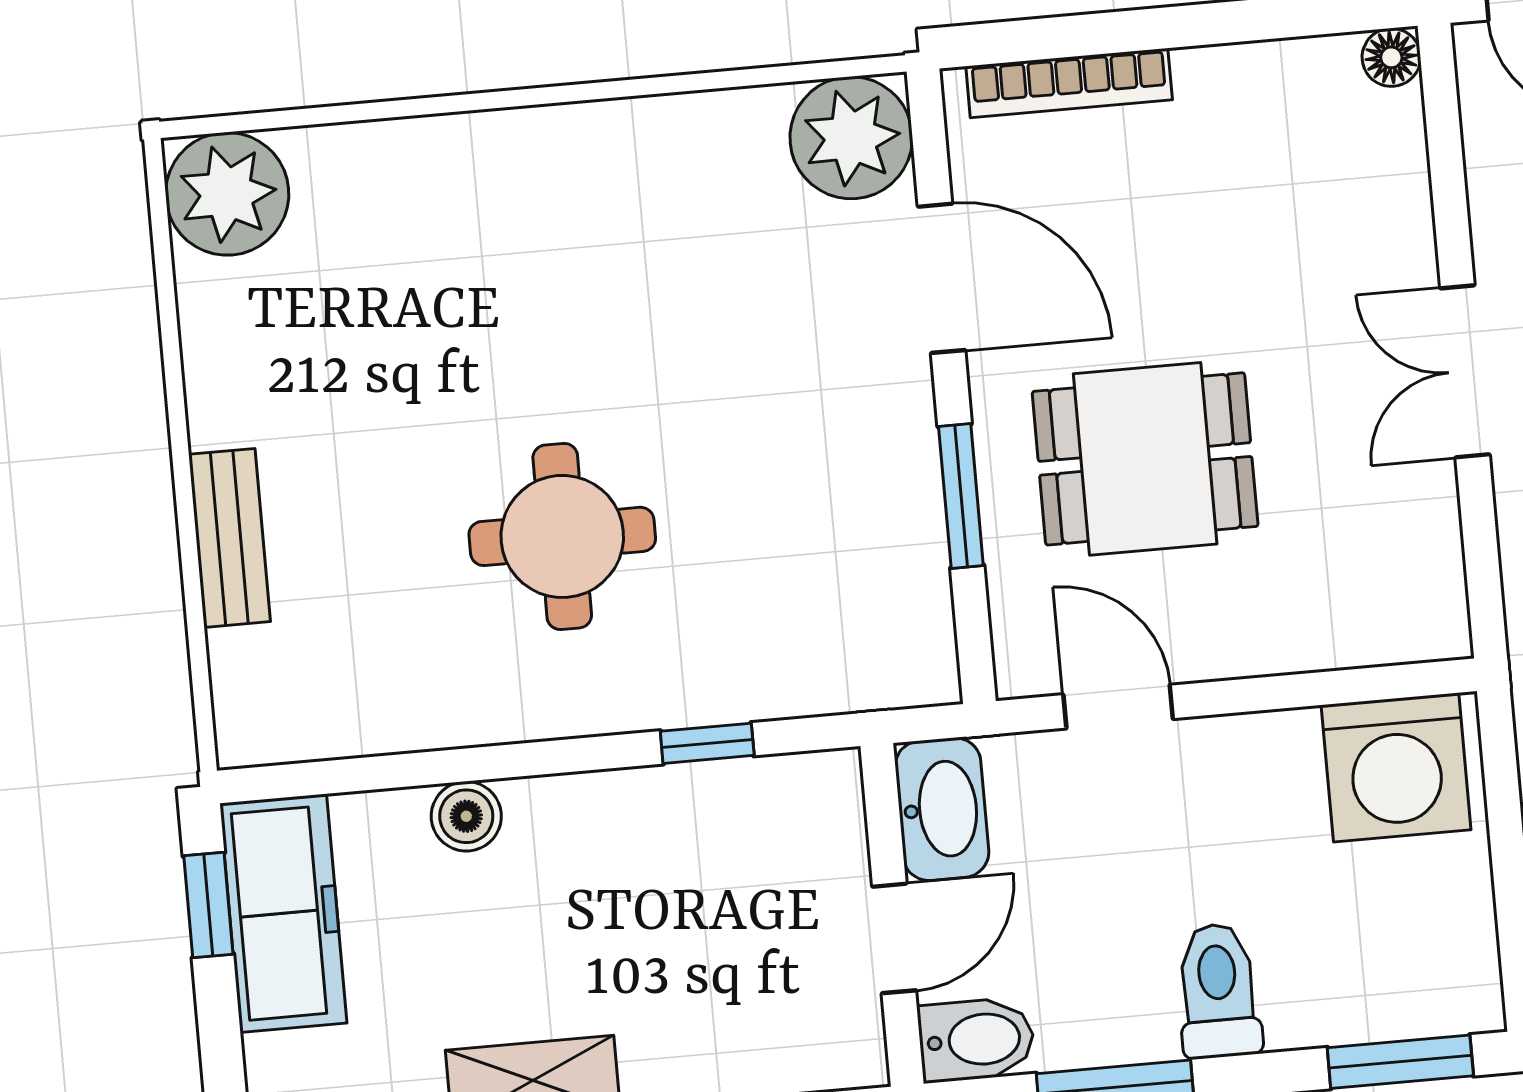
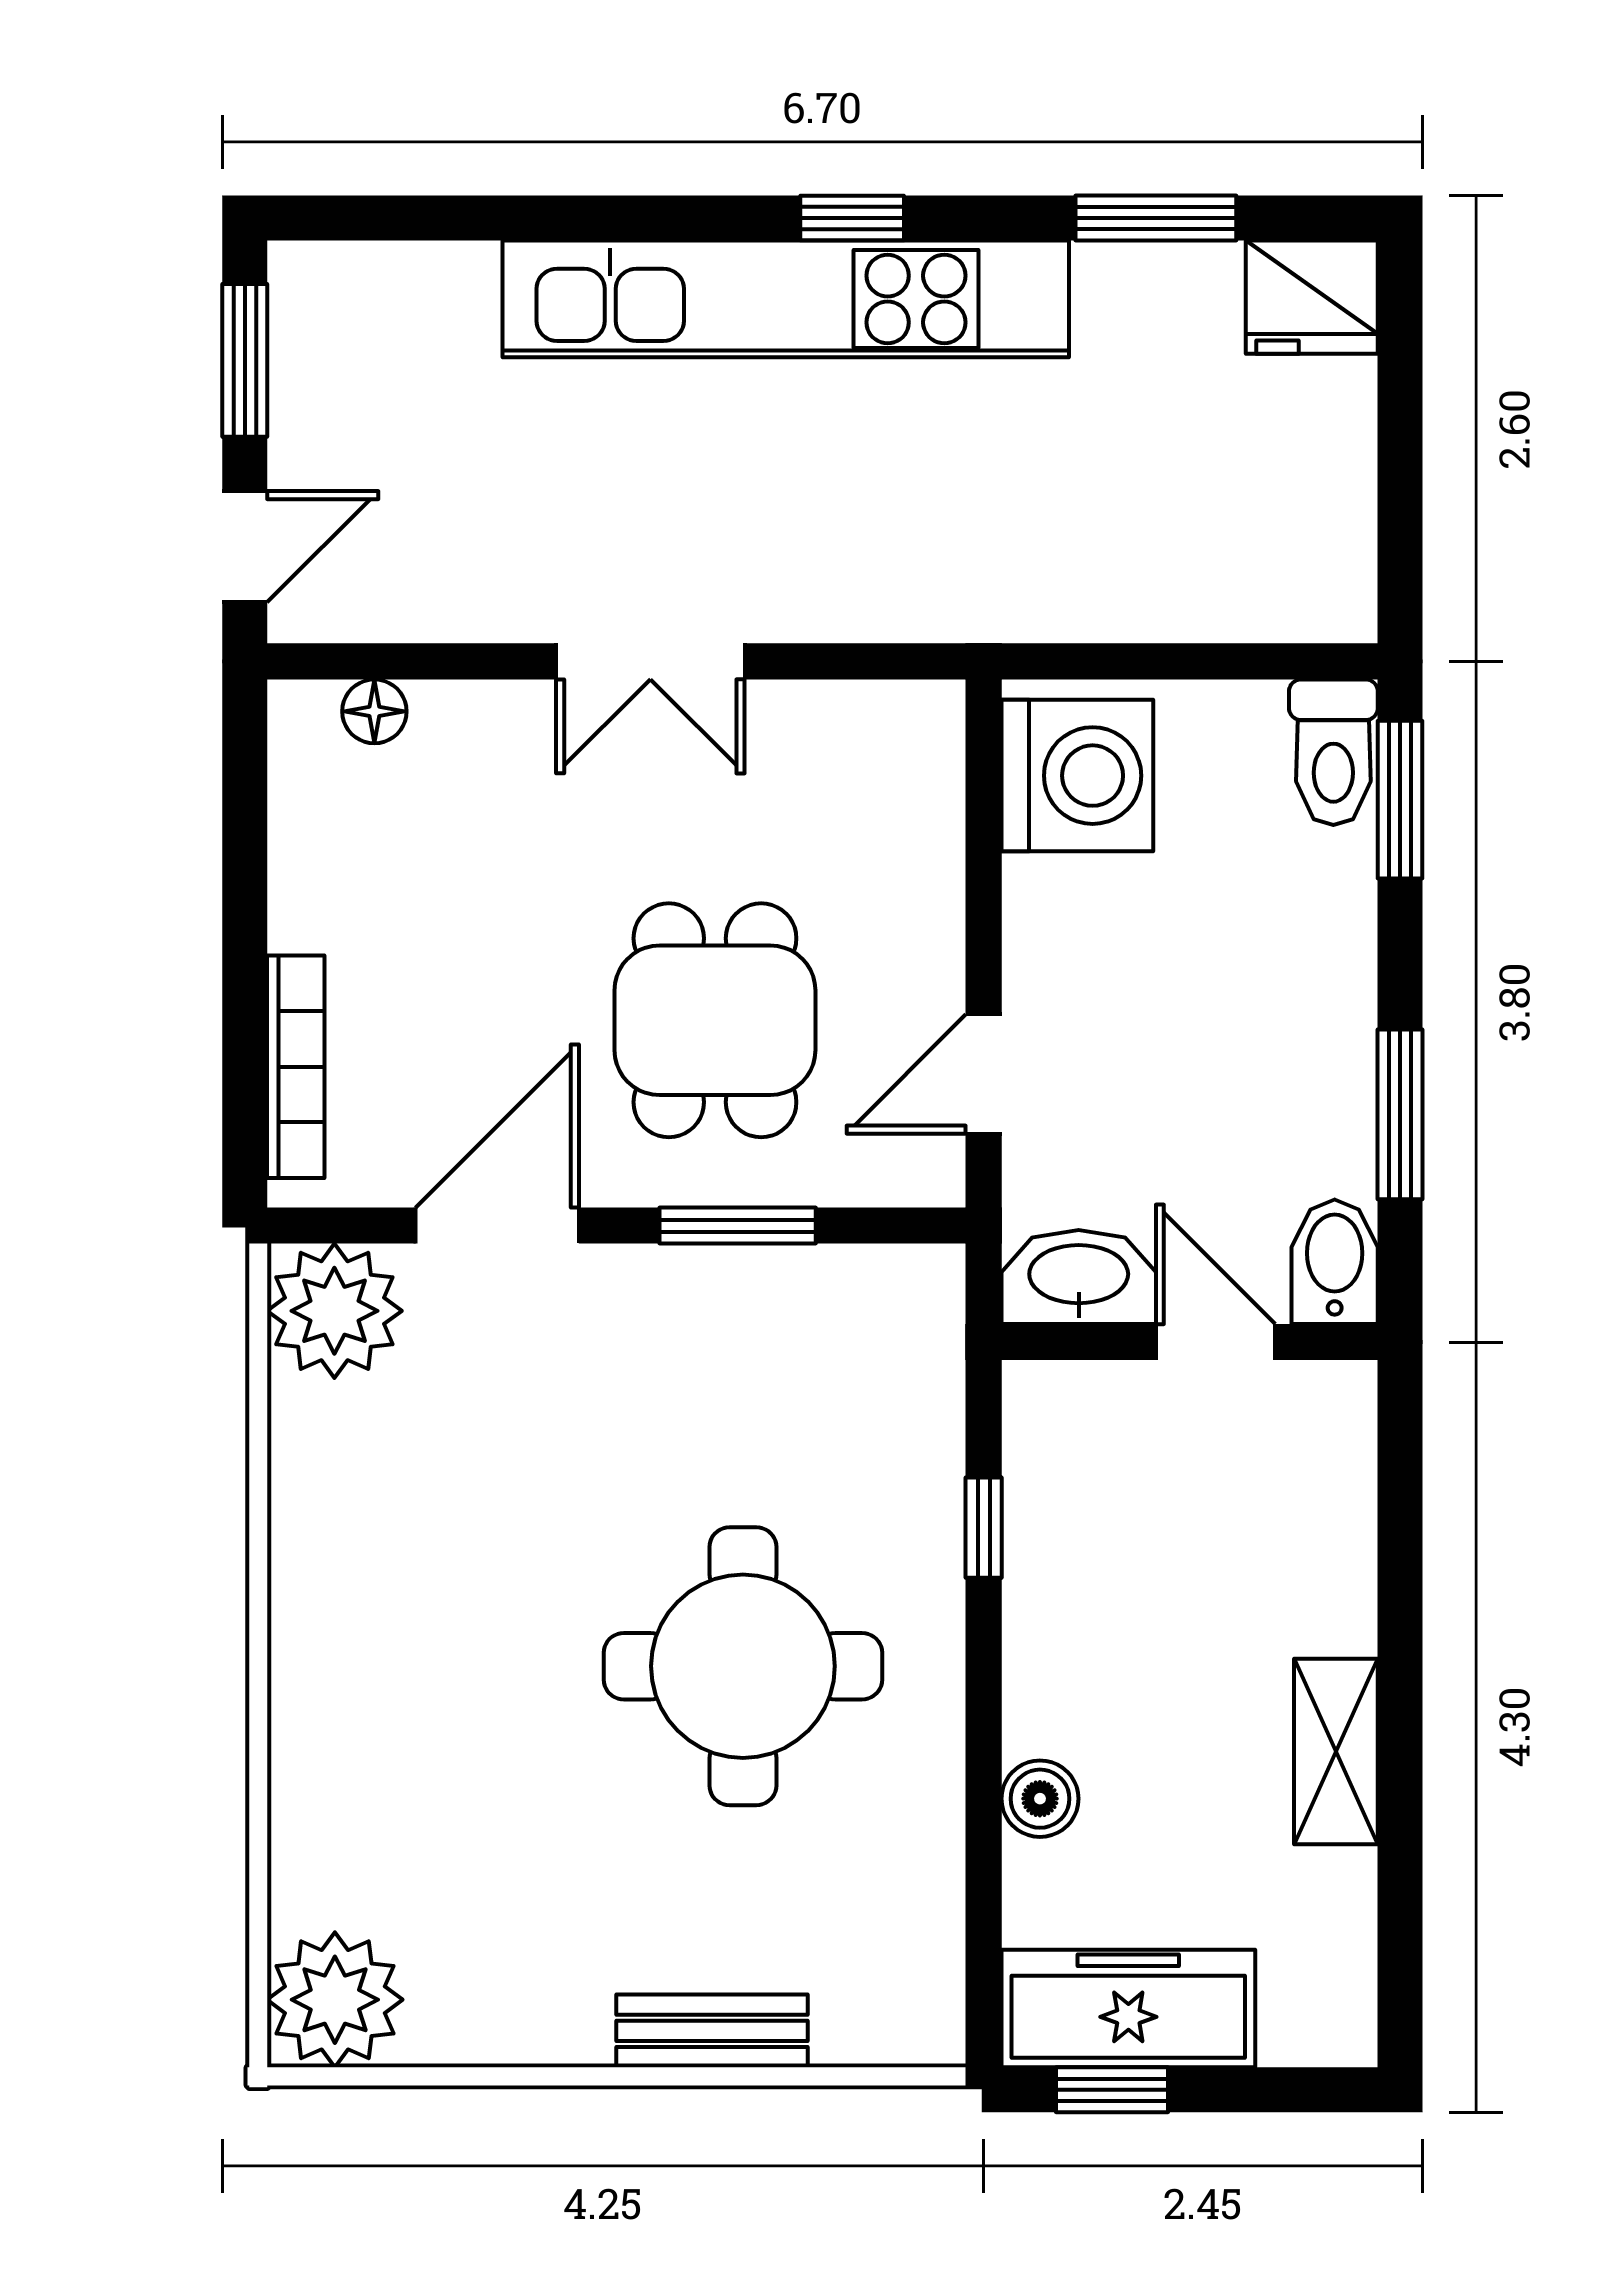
floor lamp: (1391, 57) -> (374, 711), moved
round table: (562, 536) -> (743, 1666), width x1.36, depth x1.36
toilet: (1218, 991) -> (1333, 752), moved, turned -90

